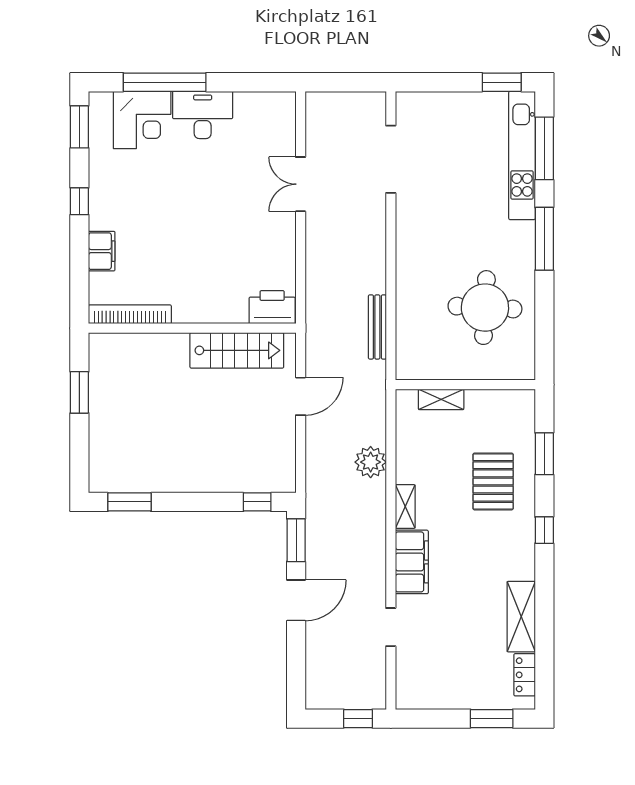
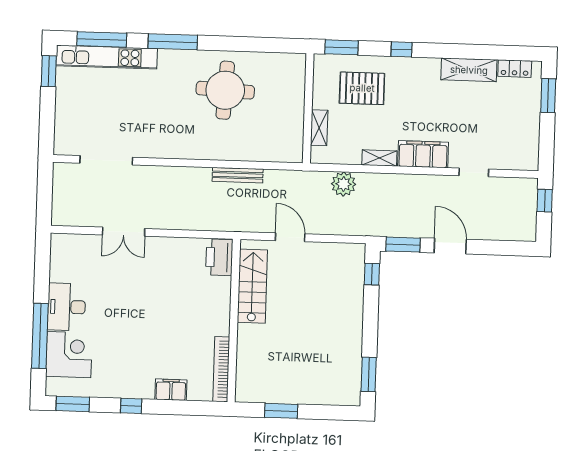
wall: (465, 385) -> (308, 108), moved
shelving: (441, 399) -> (319, 128), moved

